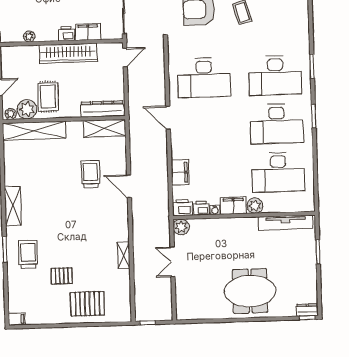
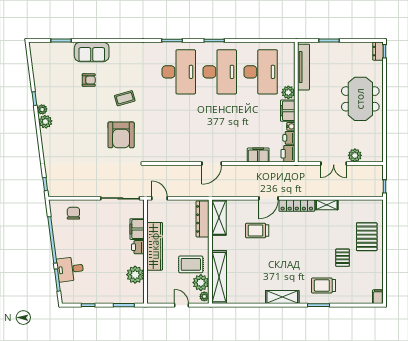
plant: (29, 36) -> (135, 275), width x1.88, depth x1.88
desk: (204, 78) -> (179, 132), removed
locker: (122, 220) -> (297, 206), added
plant: (181, 227) -> (355, 155), moved

